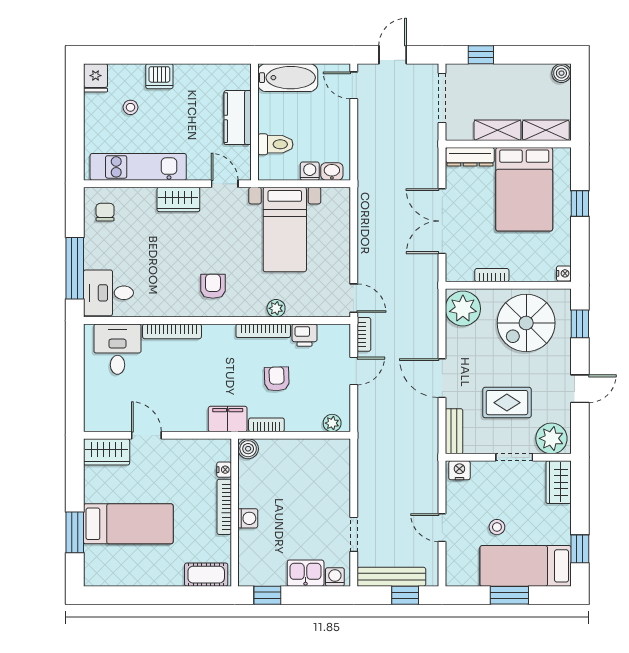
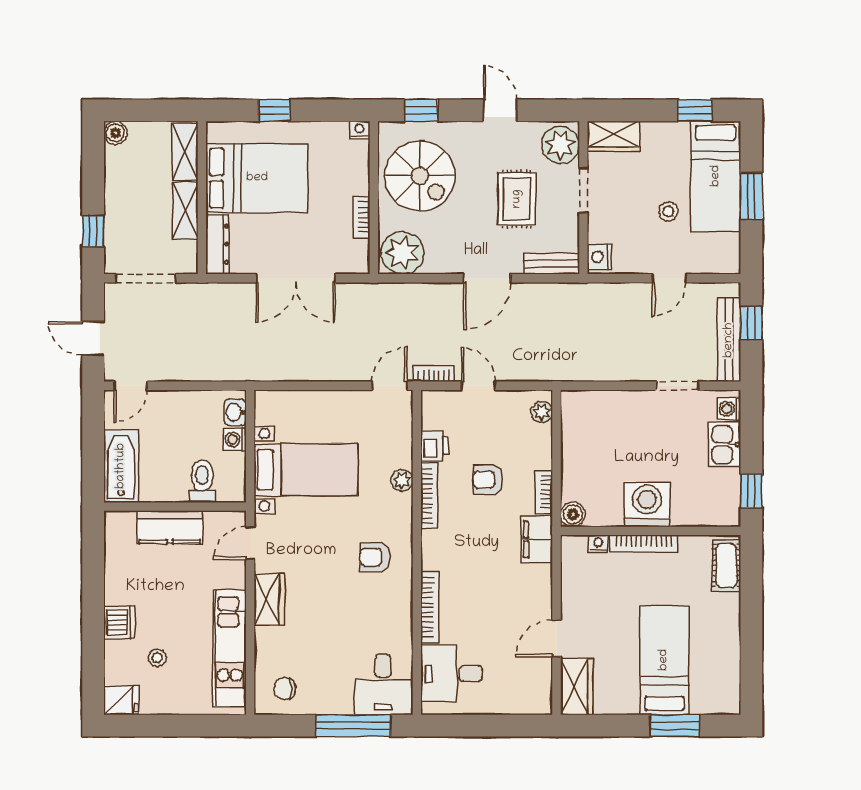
washing machine: (248, 518) -> (647, 504), width x1.89, depth x1.89

